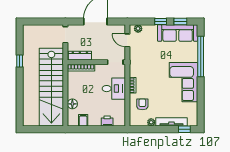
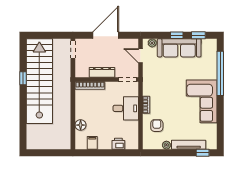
sofa: (178, 33) -> (179, 48), moved
dresser: (80, 56) -> (102, 72), moved
stairs: (51, 87) -> (39, 81), moved, turned 180

